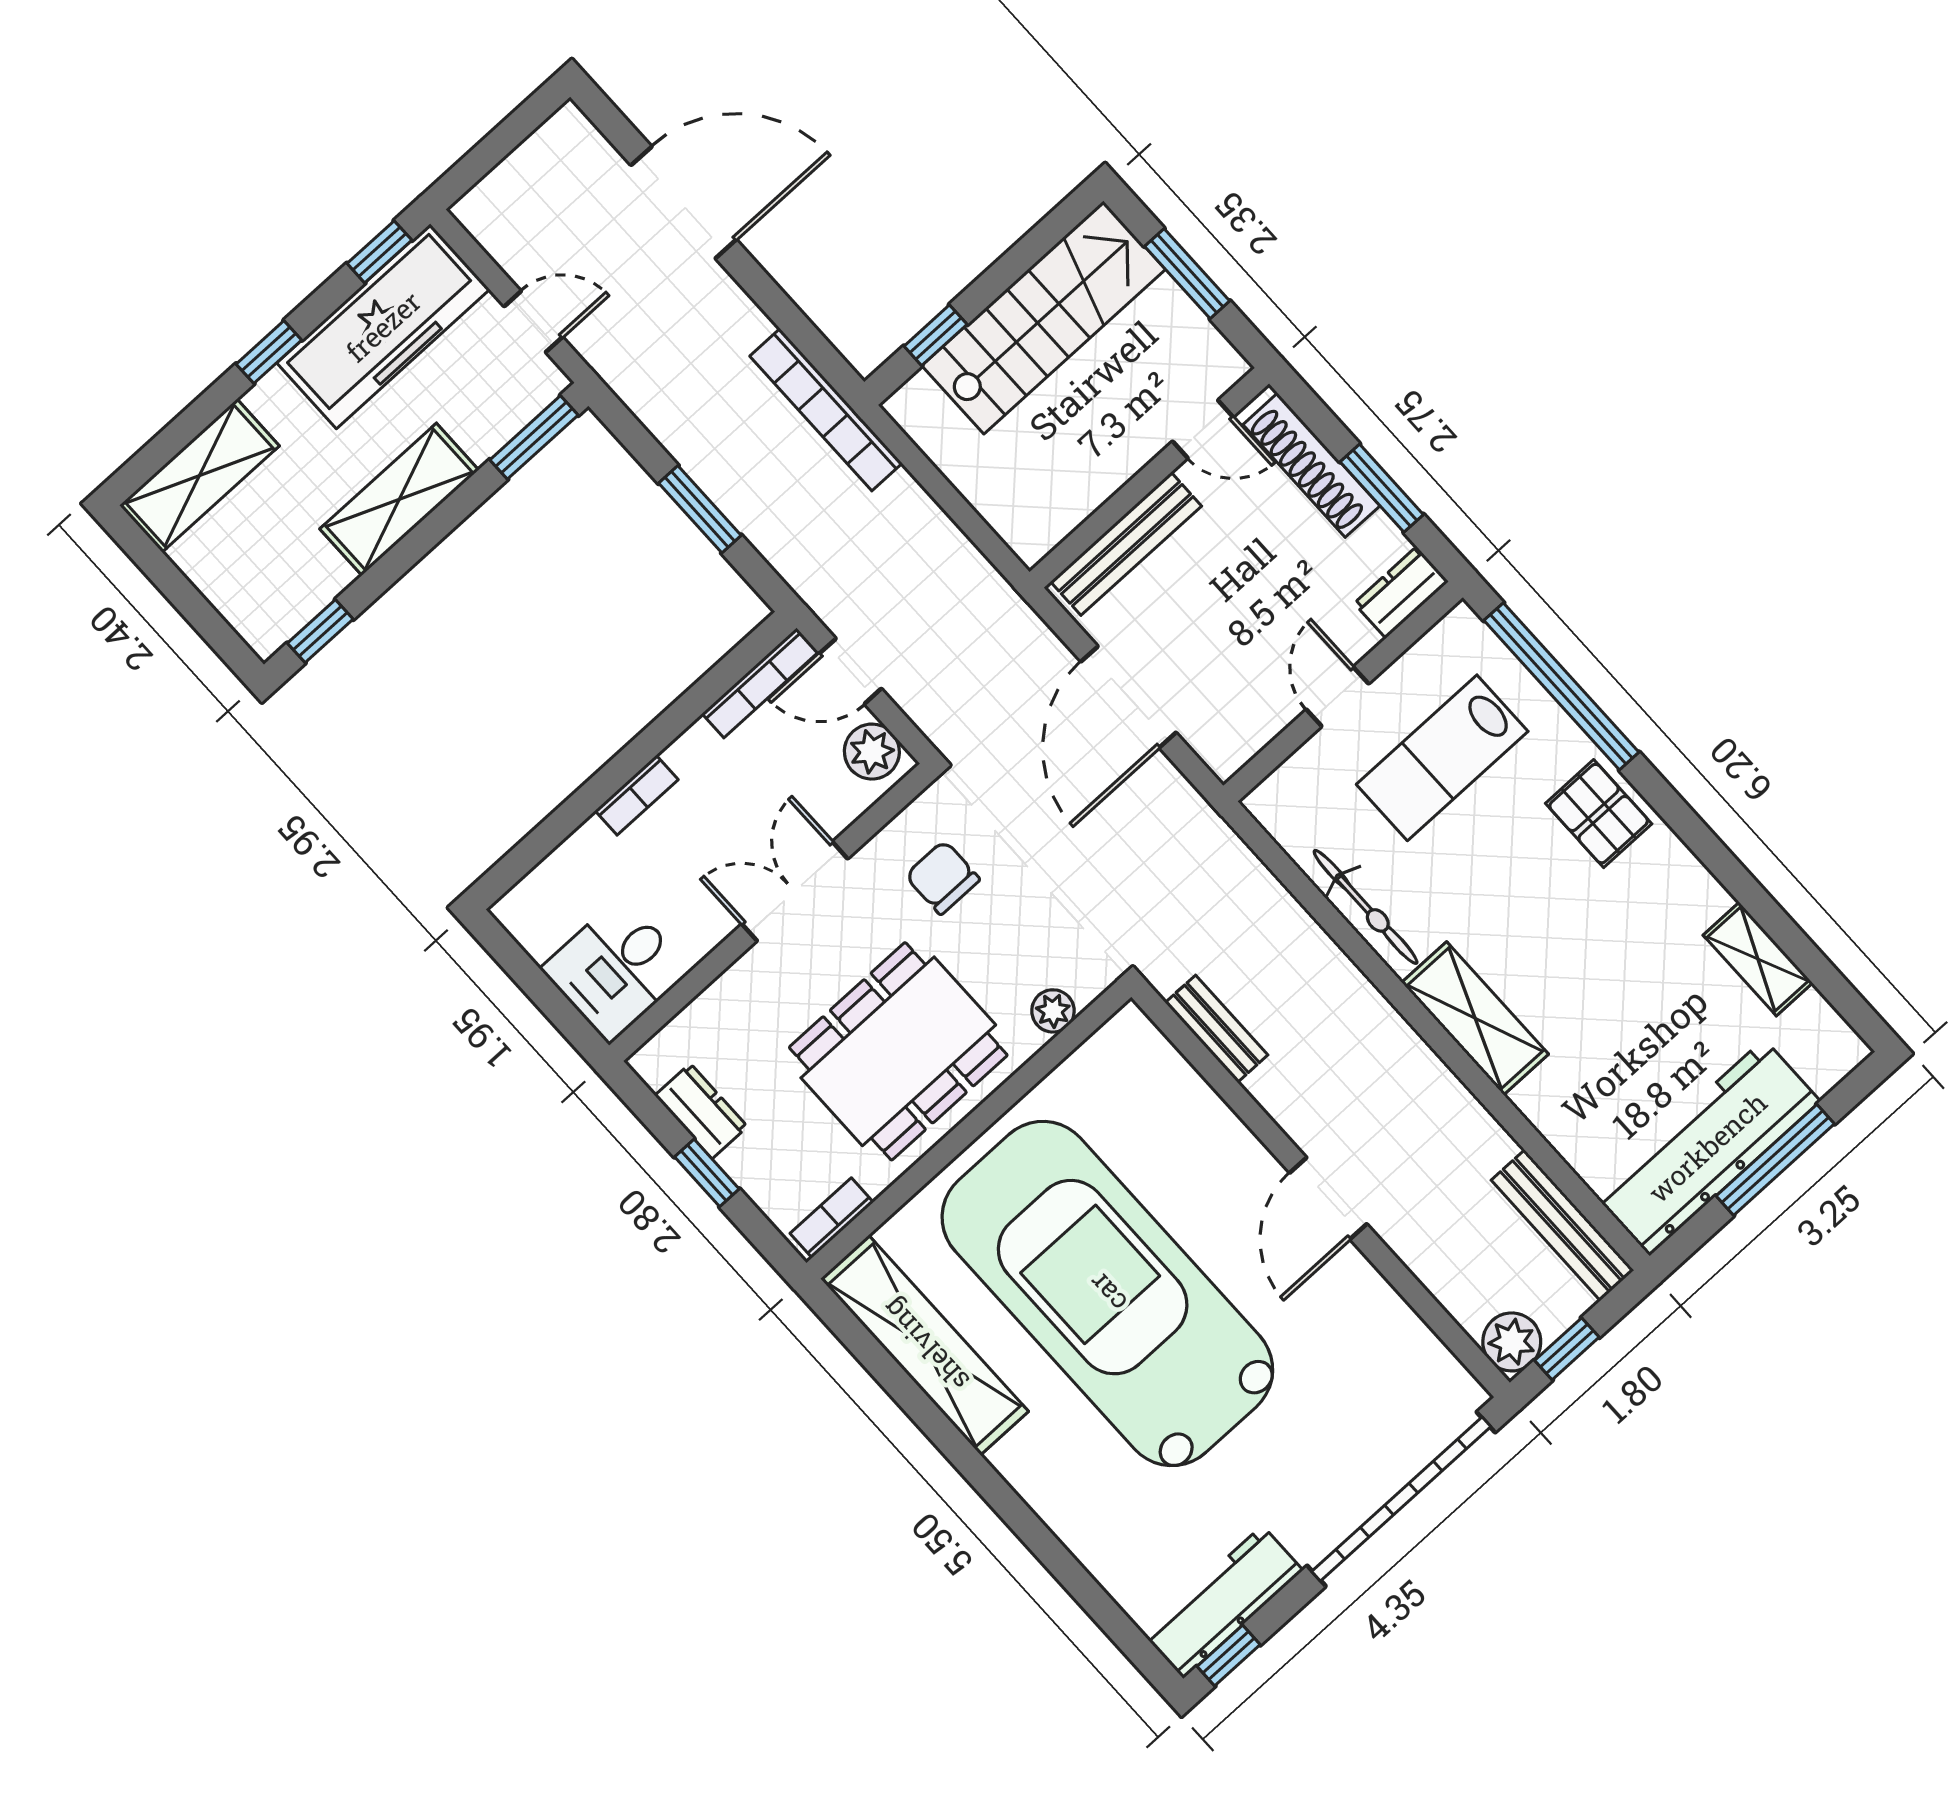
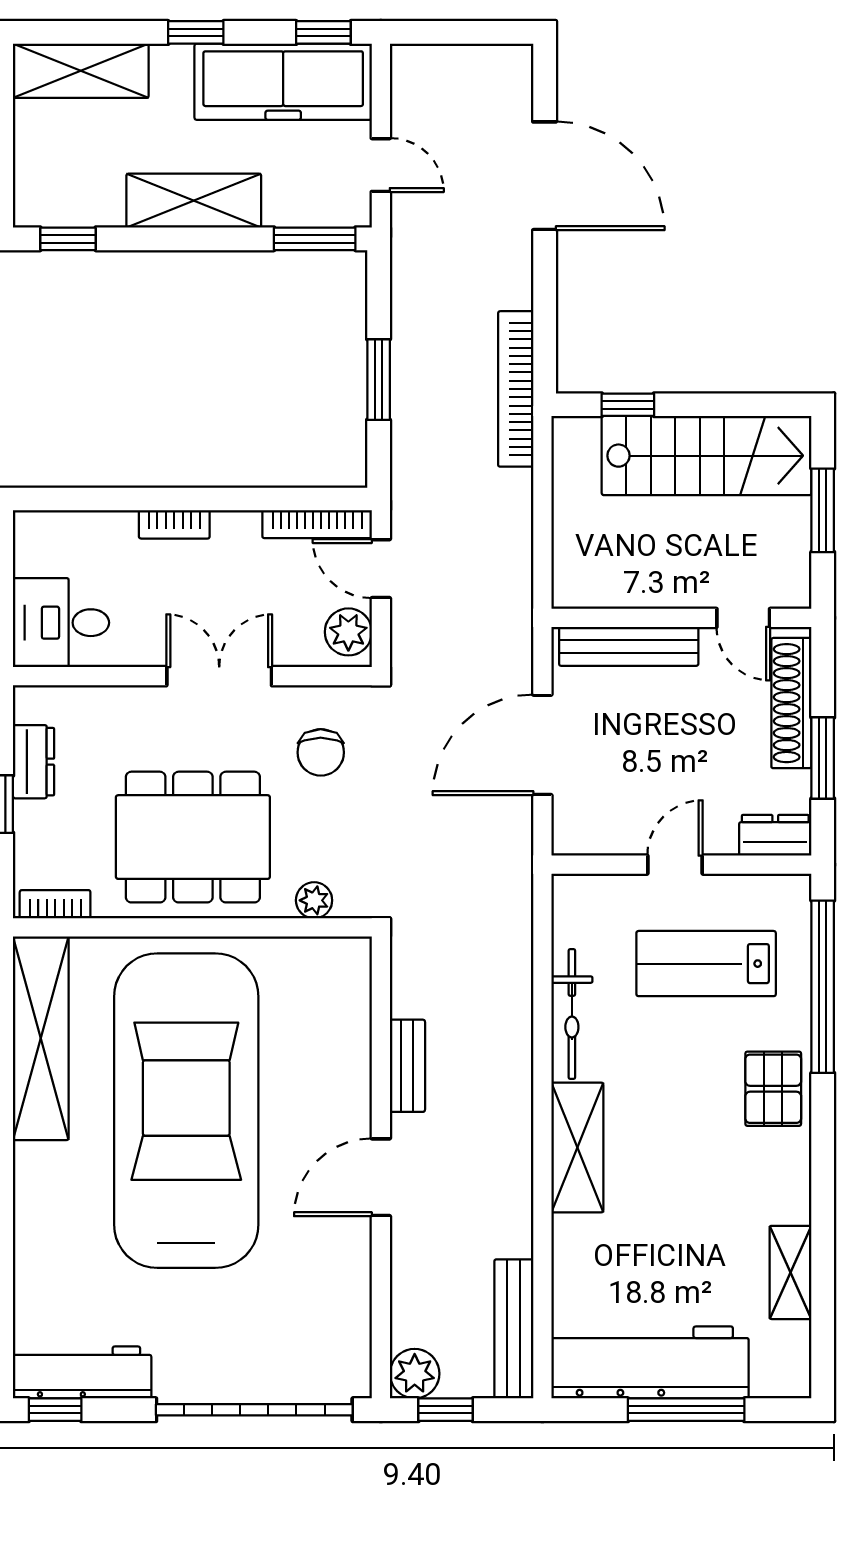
chair: (943, 878) -> (321, 752), turned 180
bench: (1216, 1029) -> (407, 1066), moved

